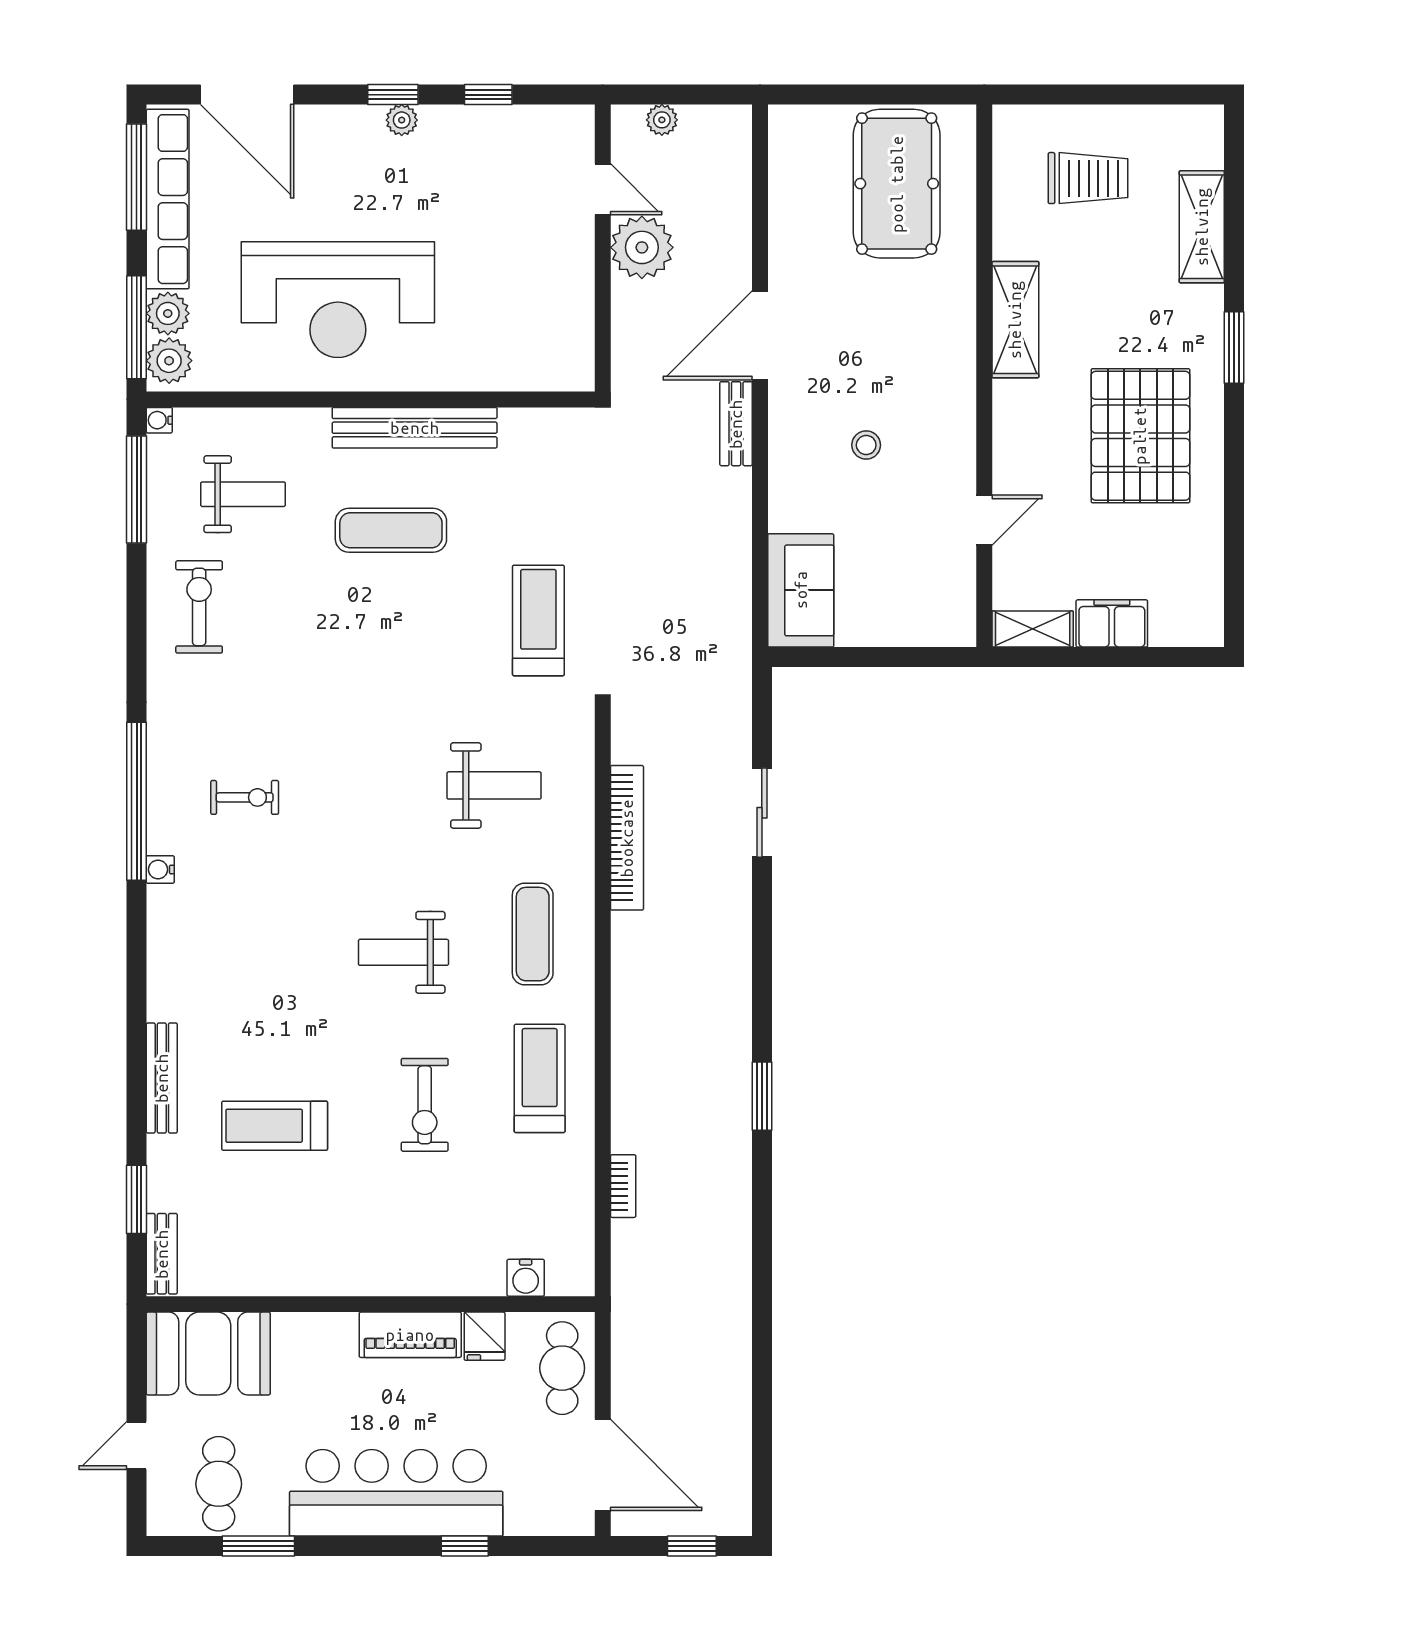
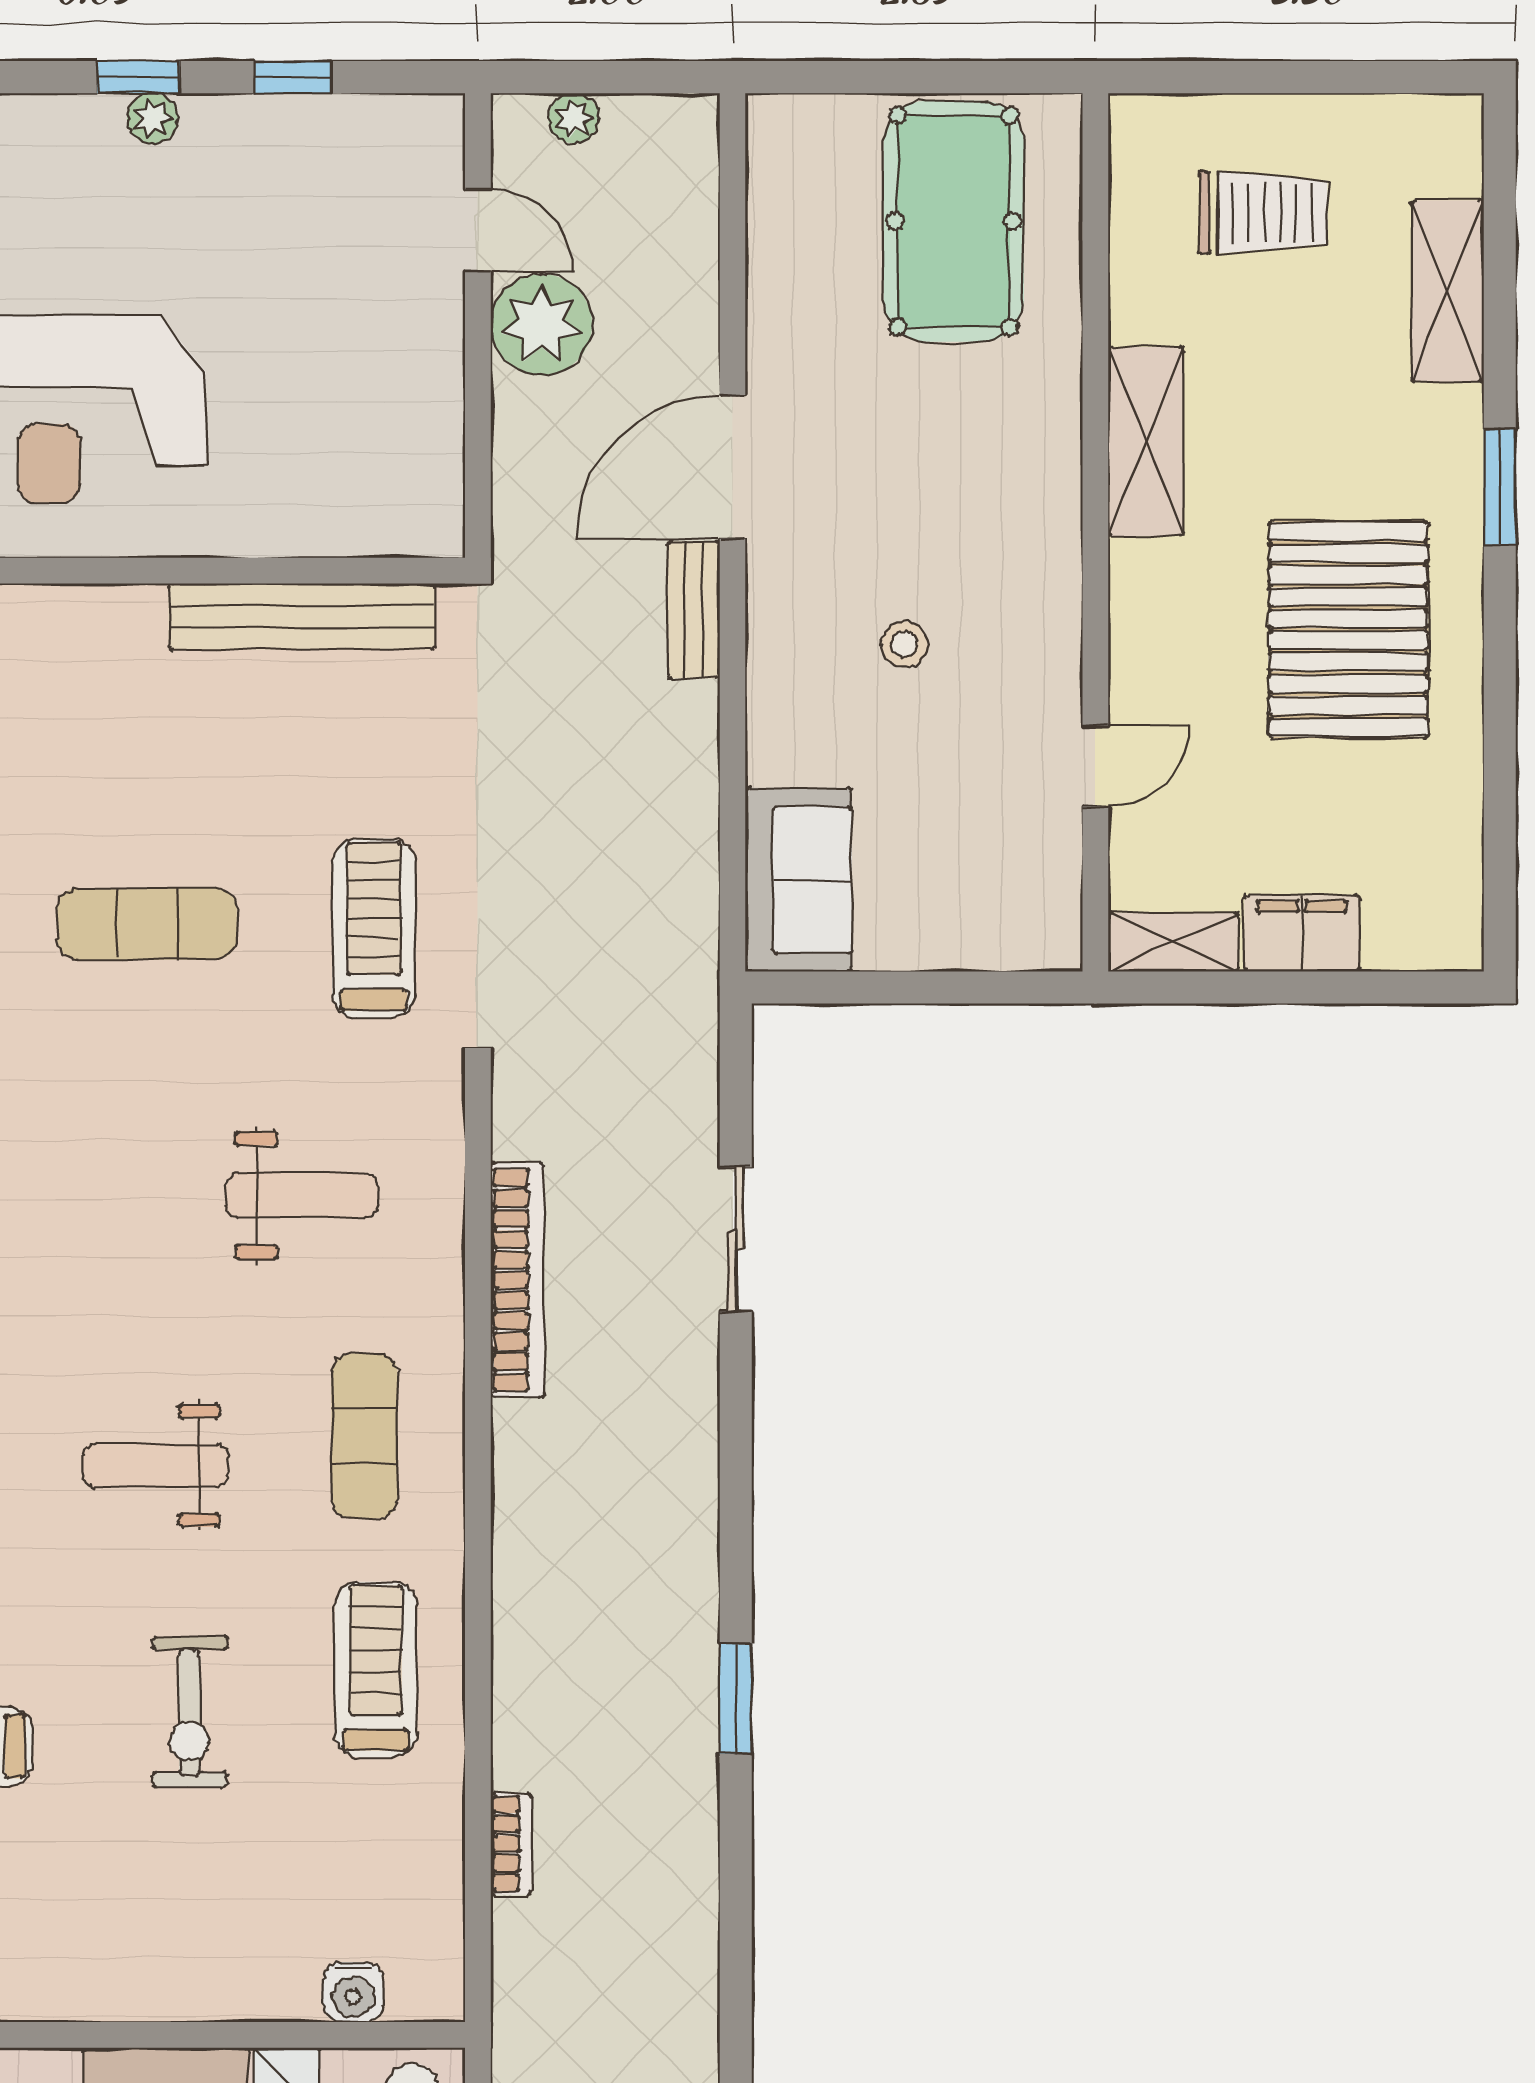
bench: (415, 428) -> (302, 616), moved
exercise mat: (391, 530) -> (147, 924), moved

